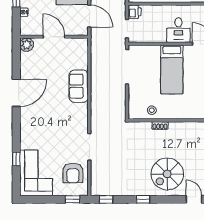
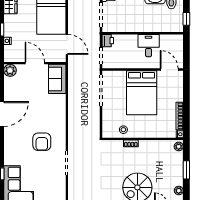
desk: (178, 30) -> (149, 46), moved, turned 180
bed: (172, 69) -> (142, 93), width x1.50
sofa: (79, 86) -> (57, 79), moved
armchair: (73, 173) -> (42, 142), moved

